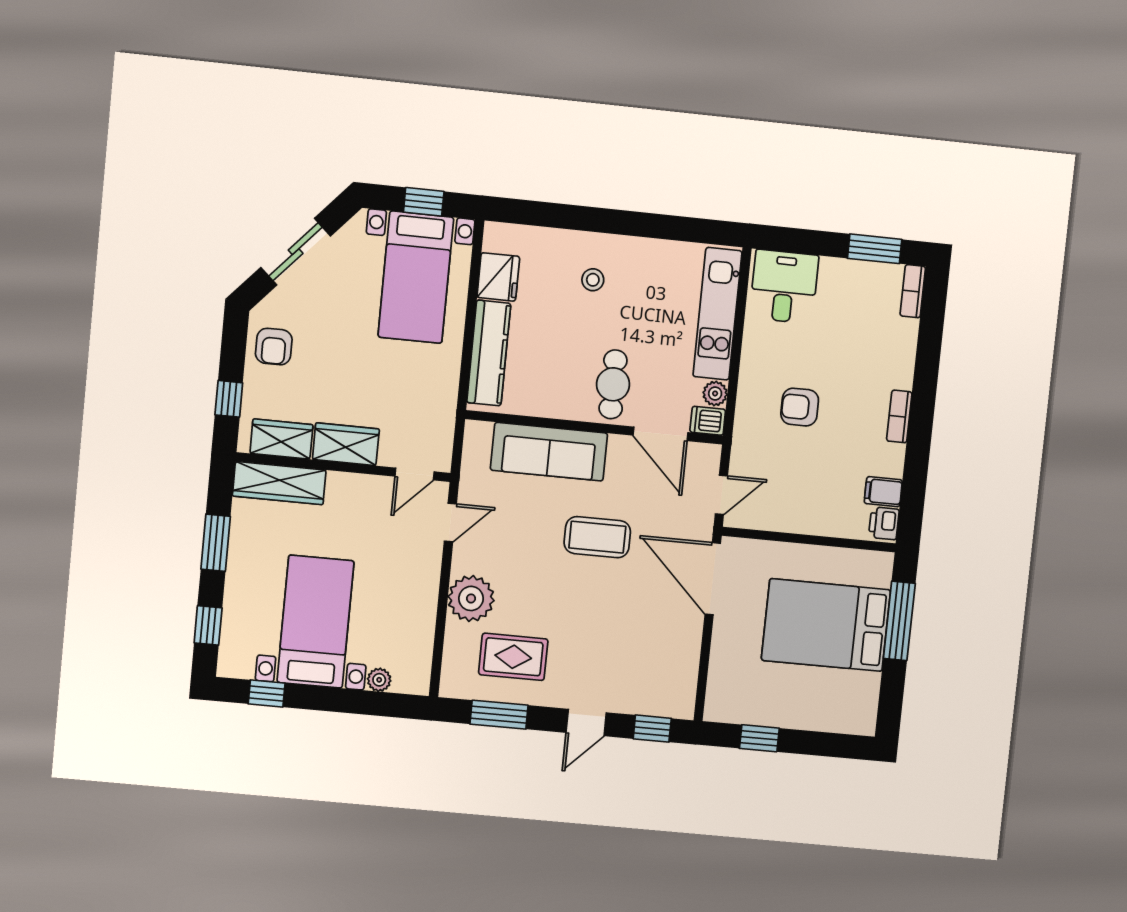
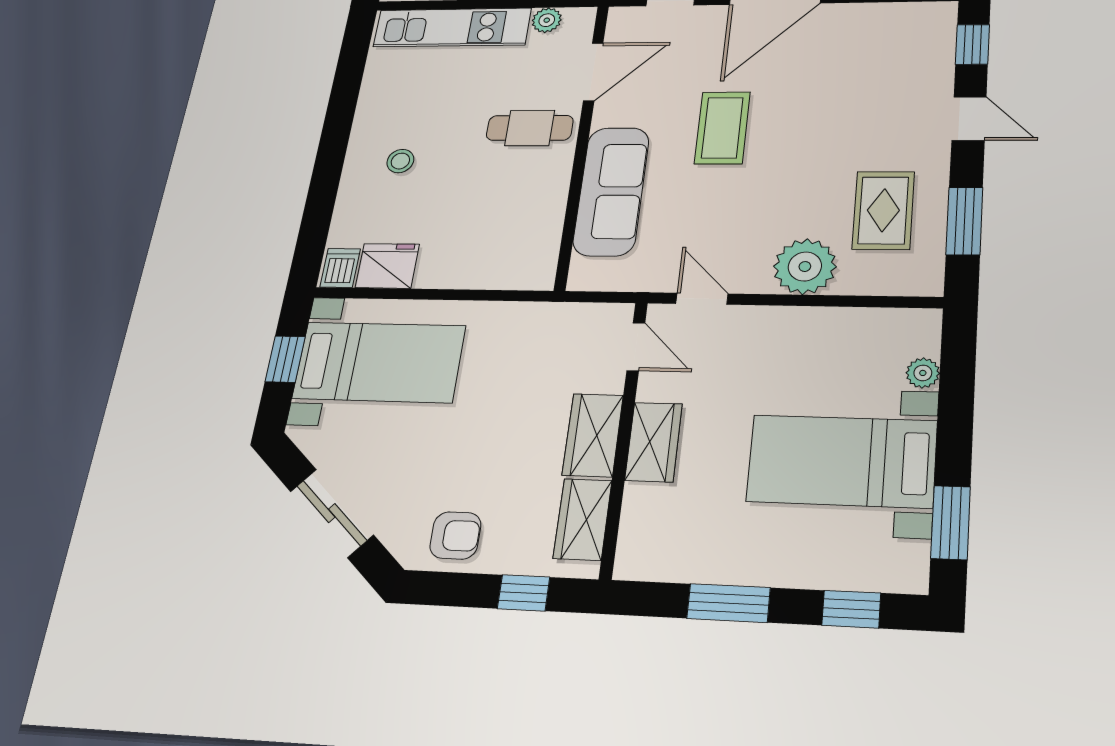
kitchen counter: (489, 353) -> (482, 270), removed
dishwasher: (708, 421) -> (340, 268), moved, turned 180
wardrobe: (279, 483) -> (654, 442), moved, width x0.67
window: (267, 693) -> (951, 522), width x1.50

